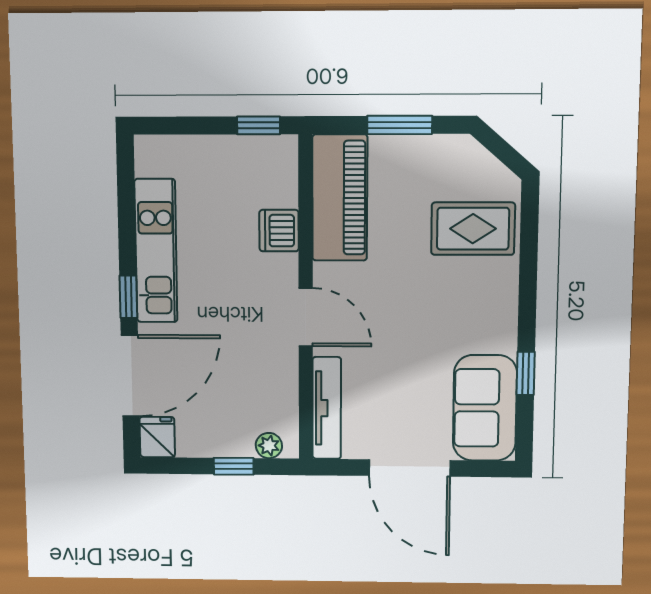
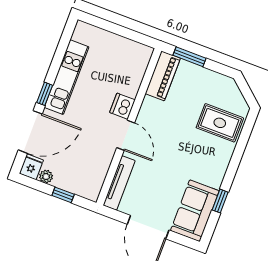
window: (259, 125) -> (138, 37), removed
window: (400, 125) -> (189, 57), moved
piano: (340, 198) -> (163, 76), width x0.73, depth x0.75
dishwasher: (279, 231) -> (122, 106), moved
plant: (269, 446) -> (46, 177), moved

